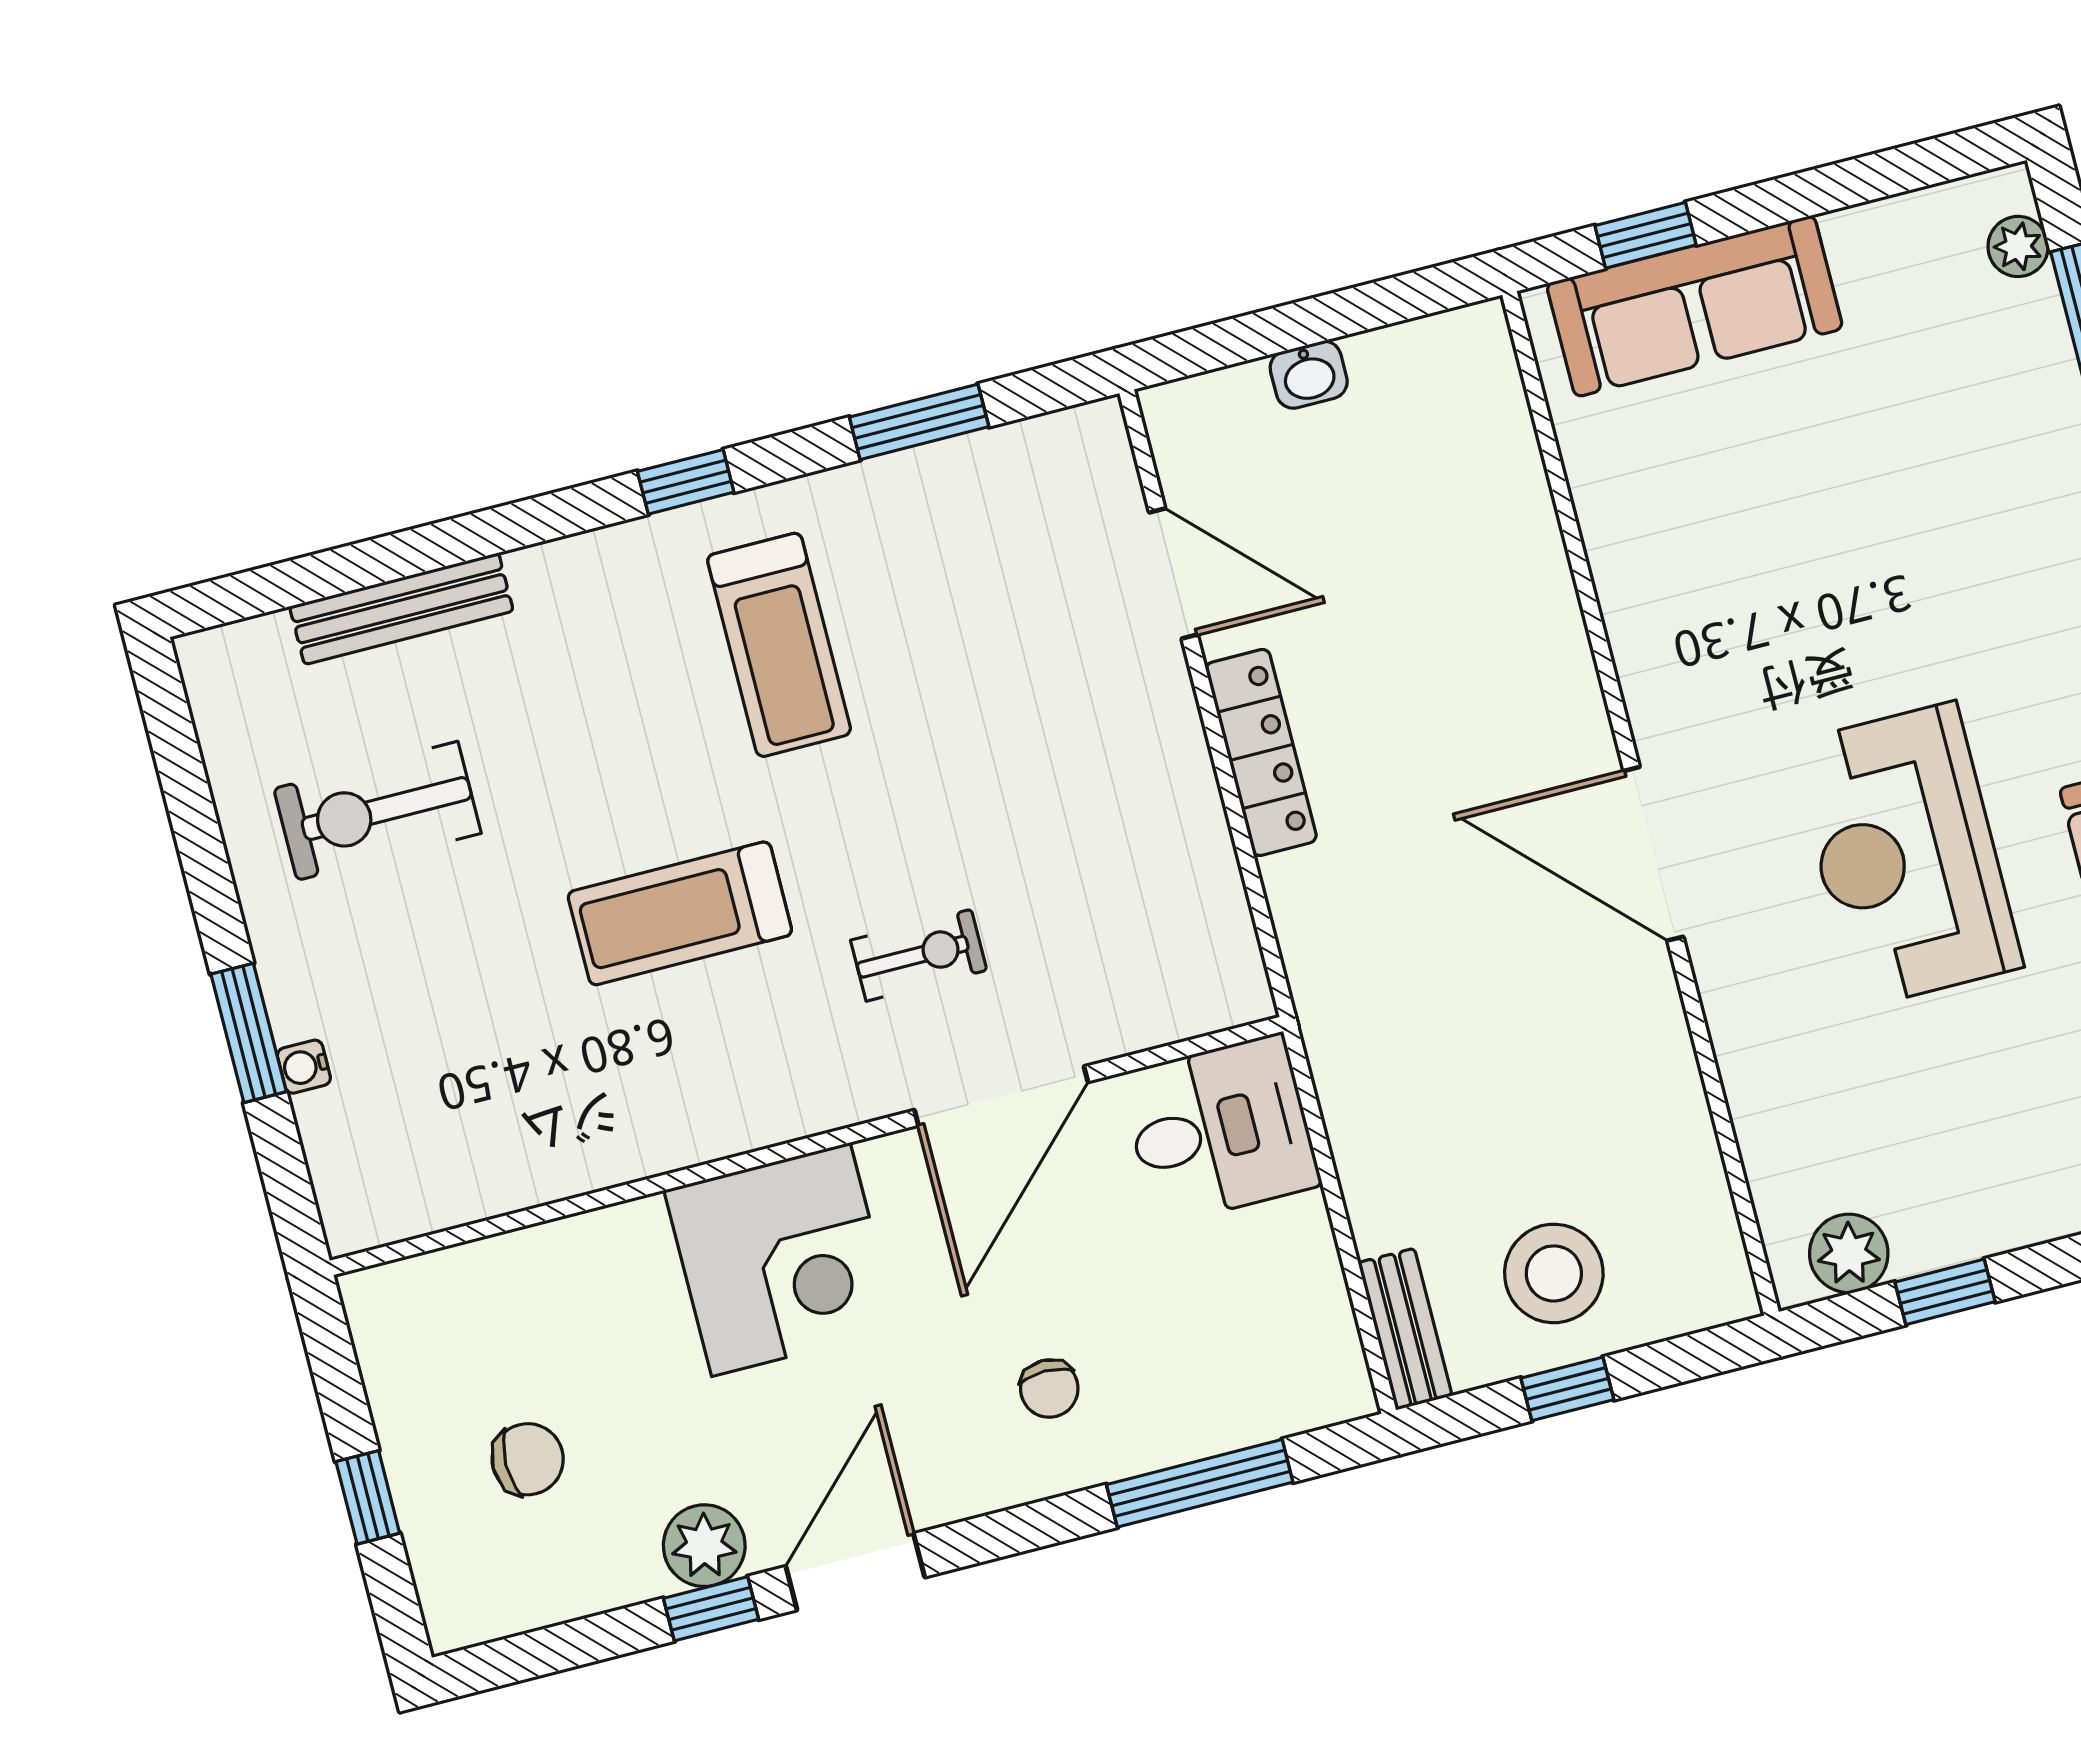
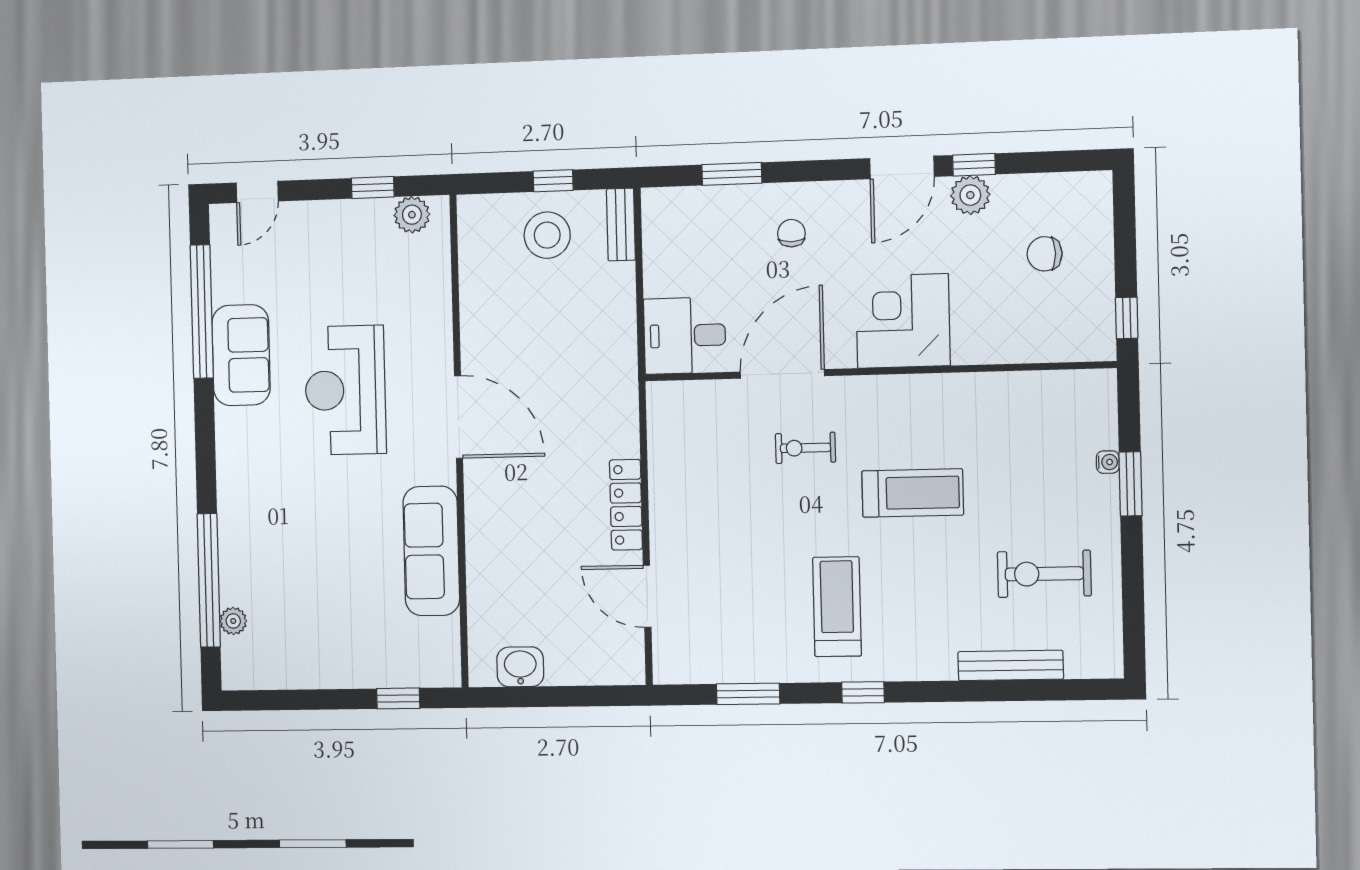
plant: (2018, 246) -> (233, 621), moved
sofa: (1695, 306) -> (431, 551), moved, turned -90
washbasin: (1309, 375) -> (520, 667), moved, width x1.38, depth x1.45
exercise bike: (377, 811) -> (1044, 574), turned 180
reception desk: (1906, 855) -> (345, 390), turned 180
window: (1200, 1483) -> (732, 174), width x0.69
window: (368, 1497) -> (1127, 318), moved

